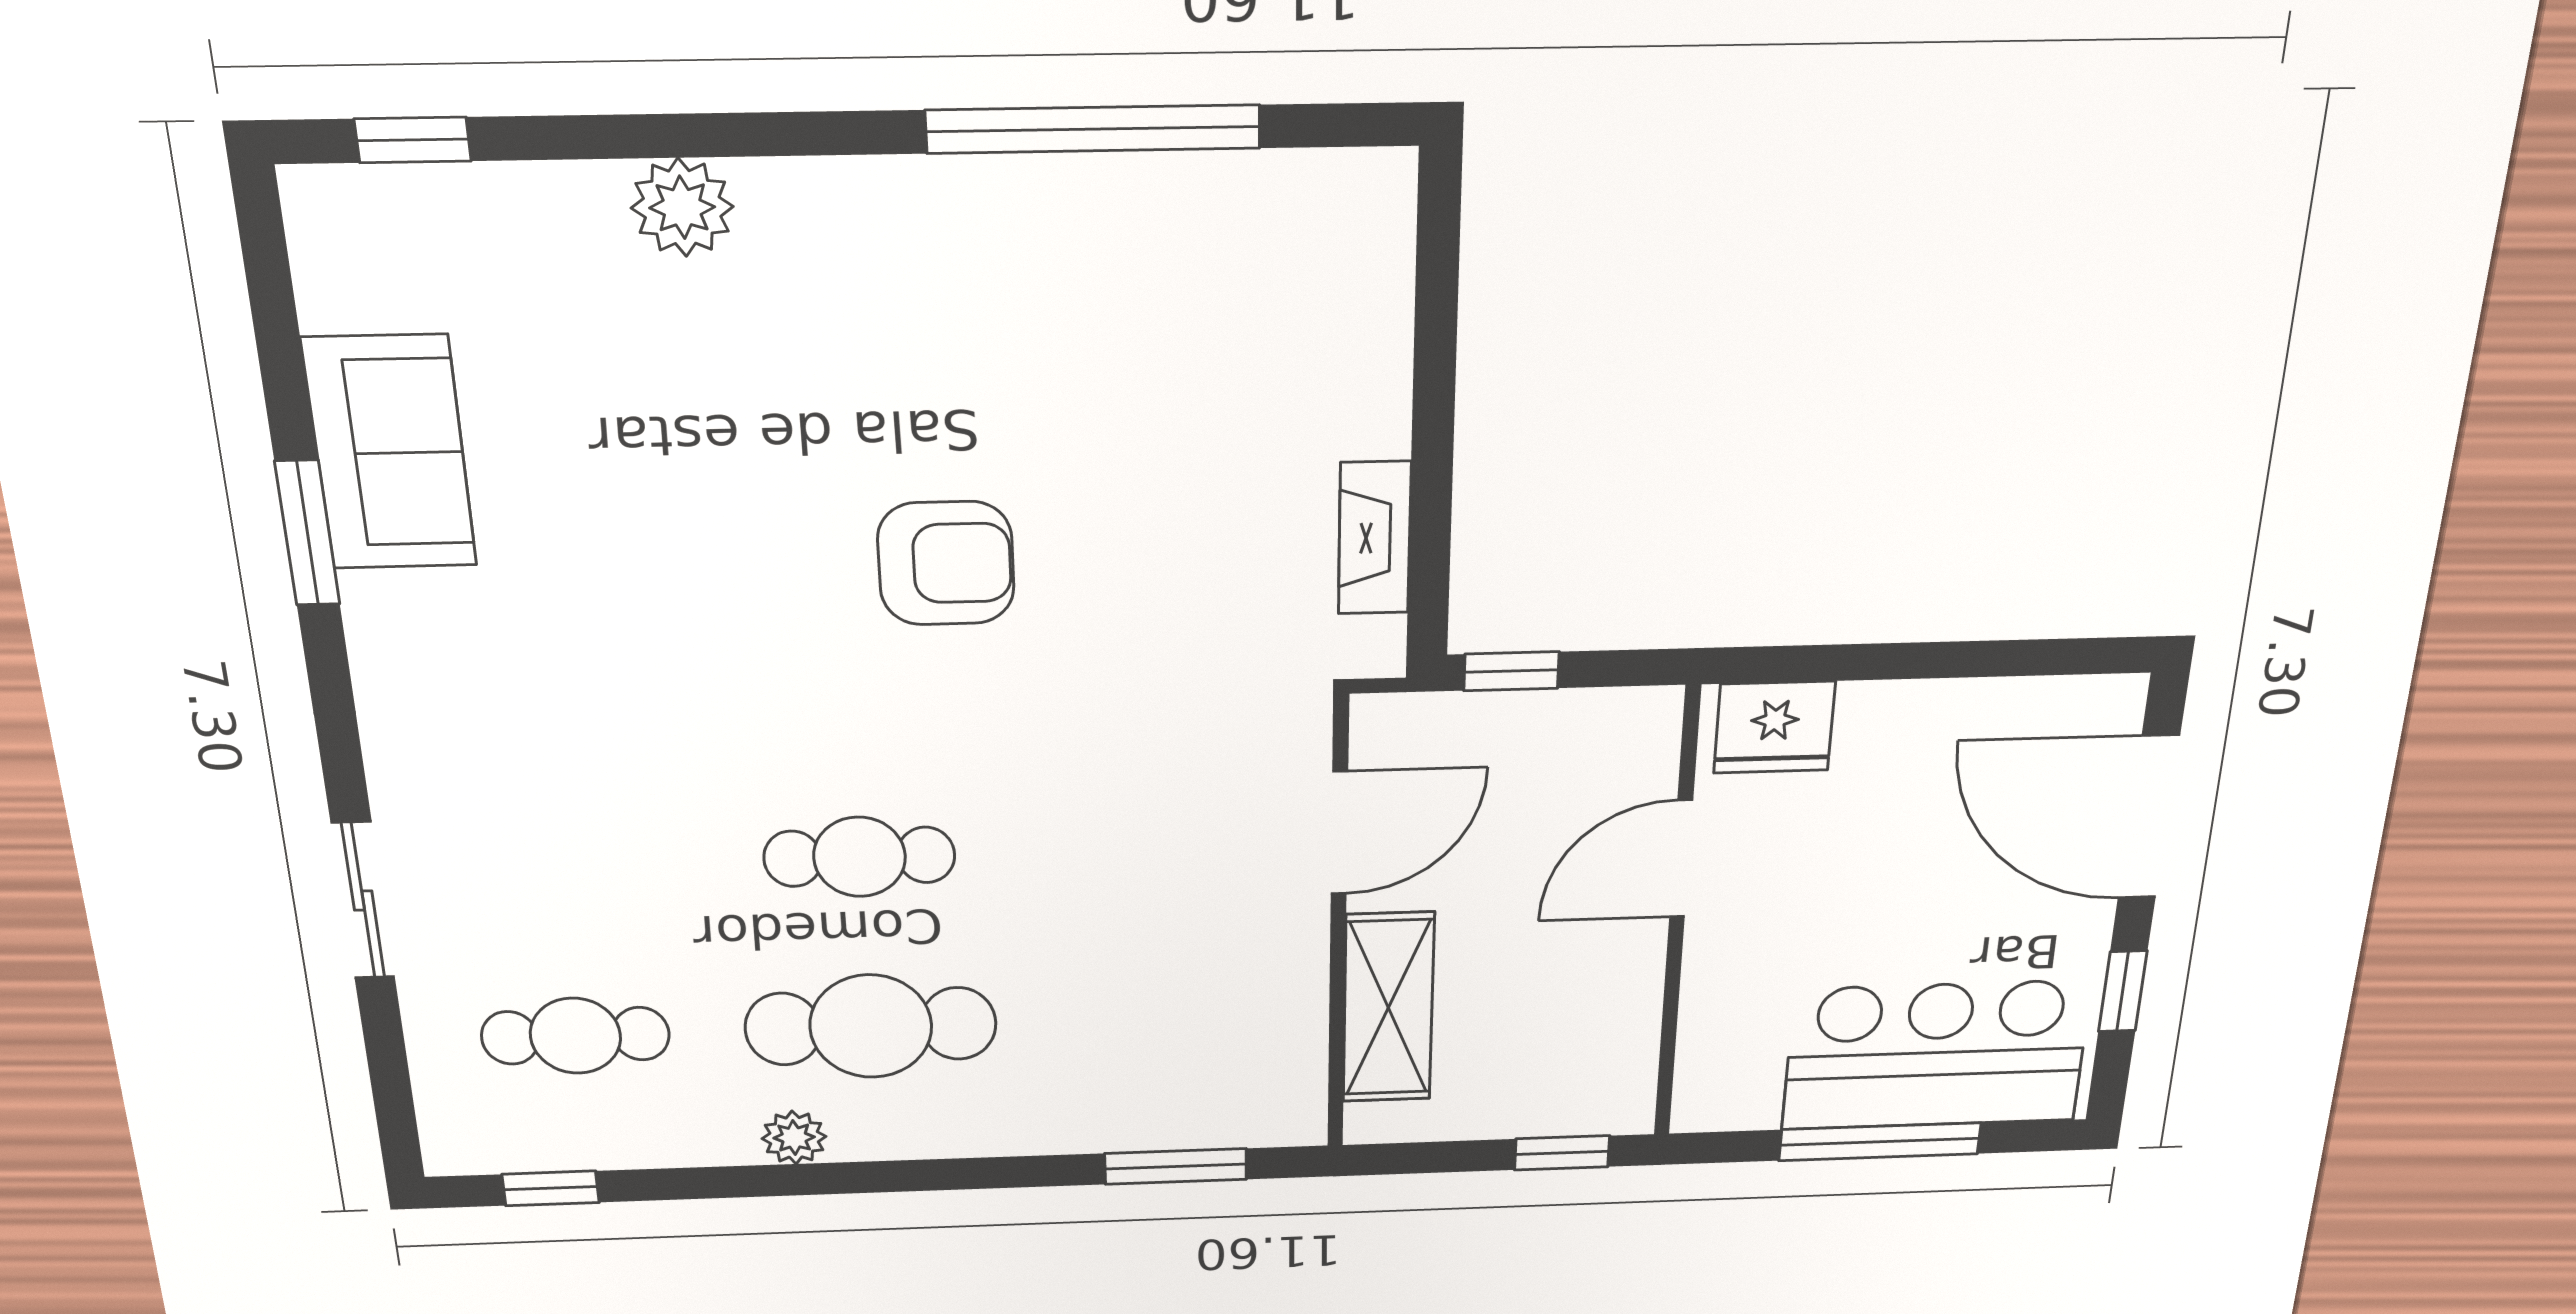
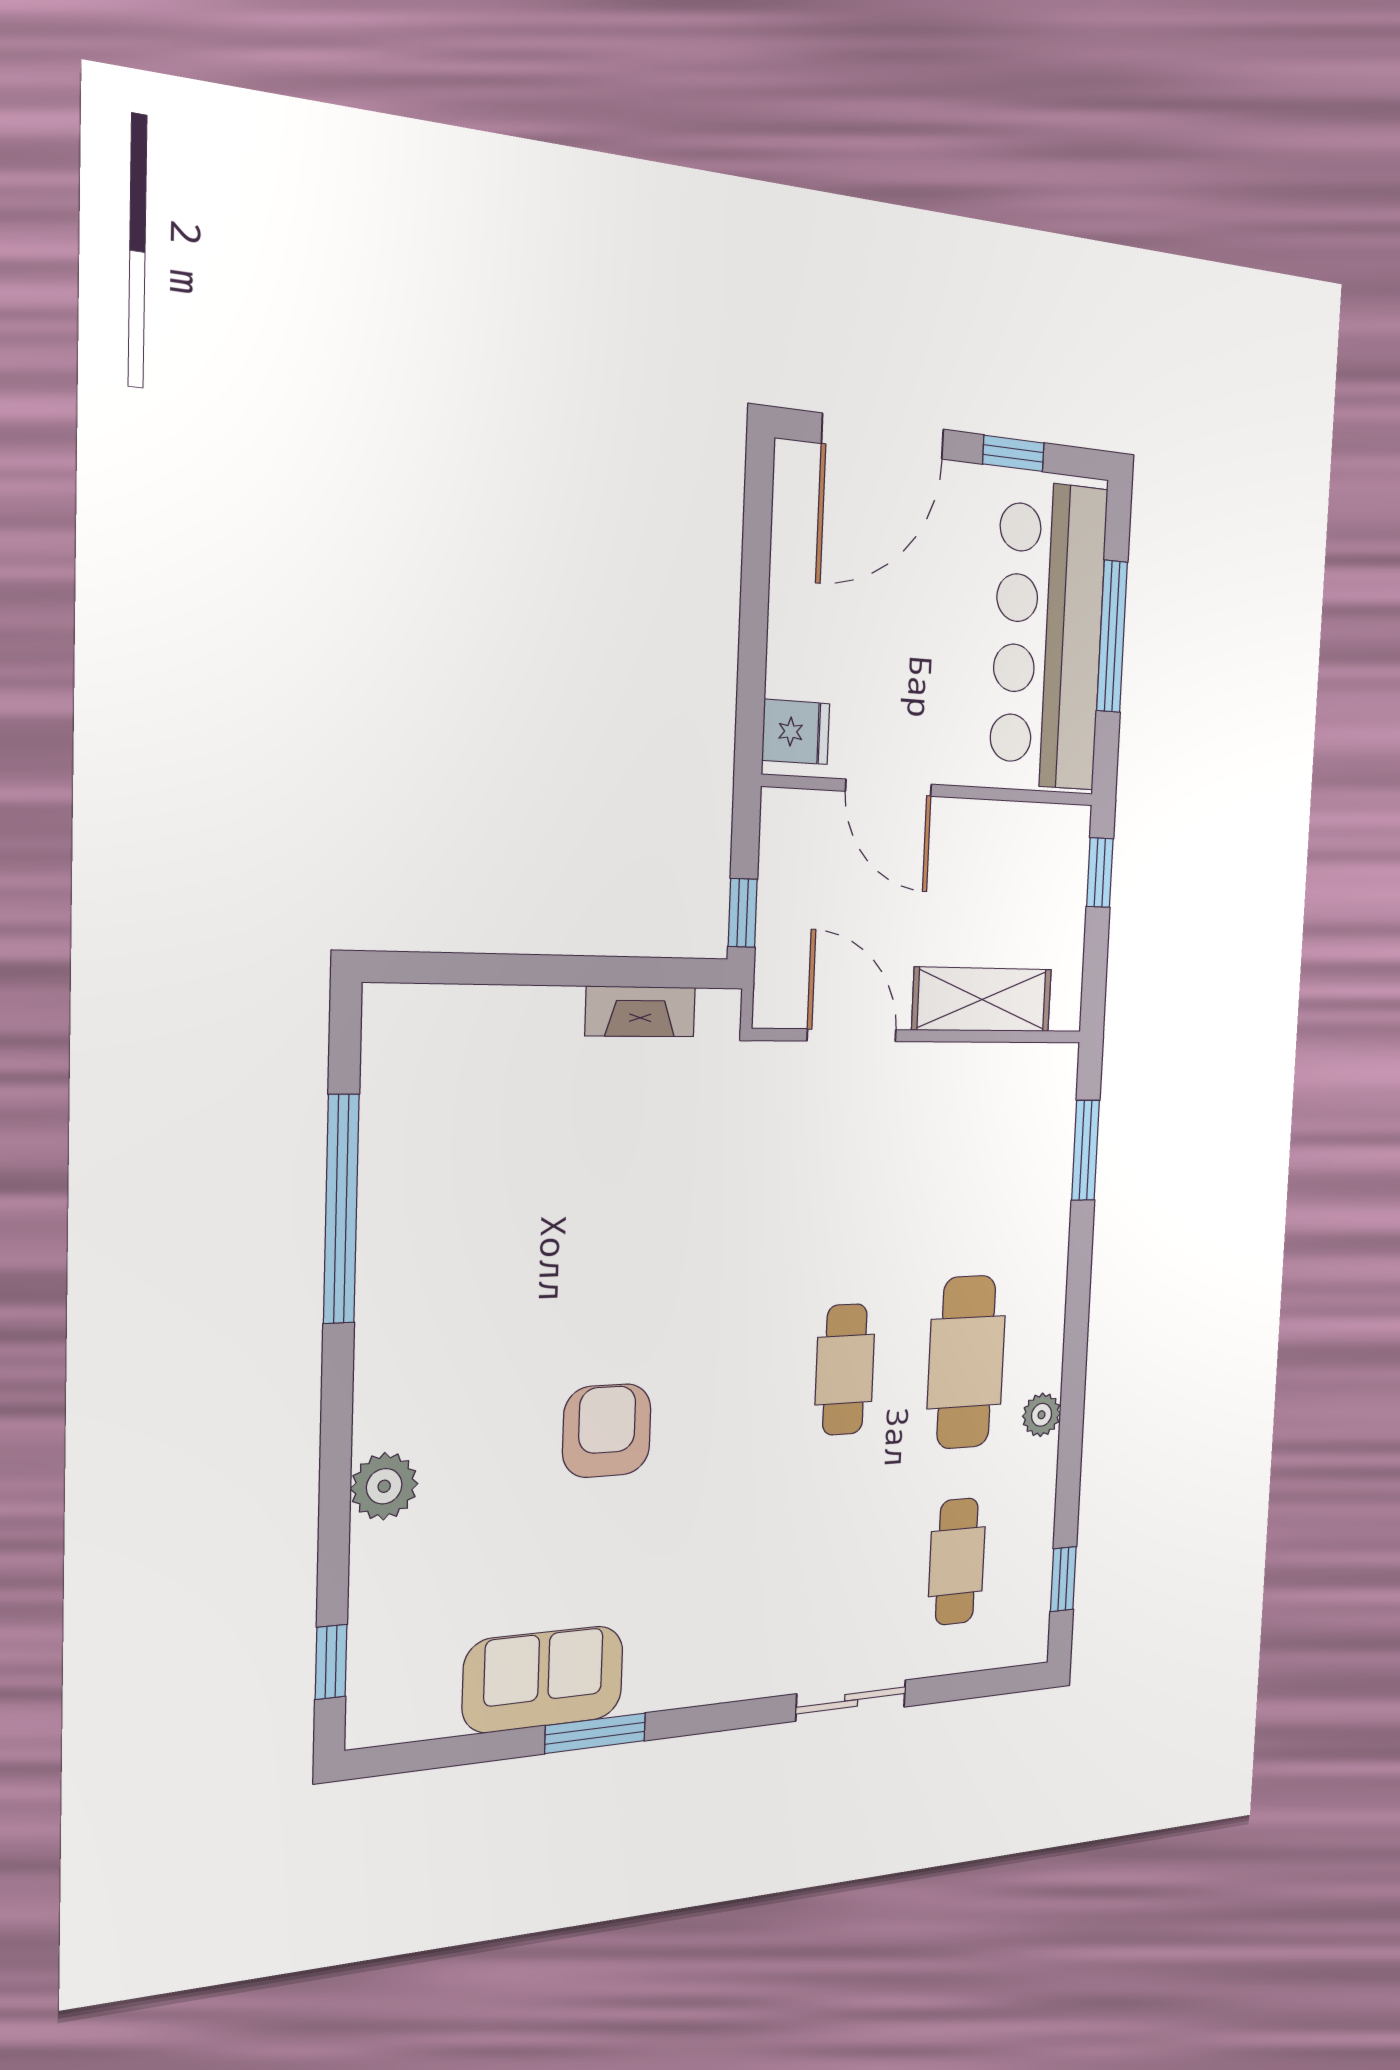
armchair: (946, 563) -> (607, 1431), moved
fridge: (1774, 727) -> (796, 732), width x0.72
bar counter: (1936, 1055) -> (1048, 636), width x1.36

